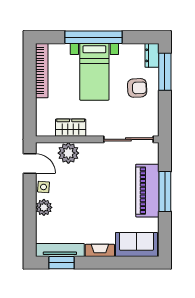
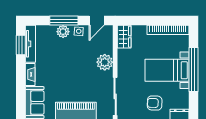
armchair: (137, 88) -> (155, 103), turned 94
wardrobe: (71, 128) -> (124, 37), moved
plant: (68, 153) -> (105, 62), moved
window: (30, 206) -> (64, 21), added

